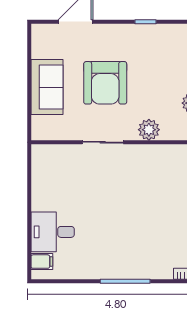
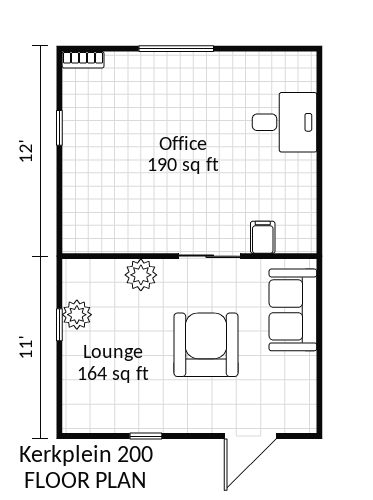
sofa: (47, 87) -> (293, 310), moved
filing cabinet: (42, 262) -> (263, 237), moved, turned 90

